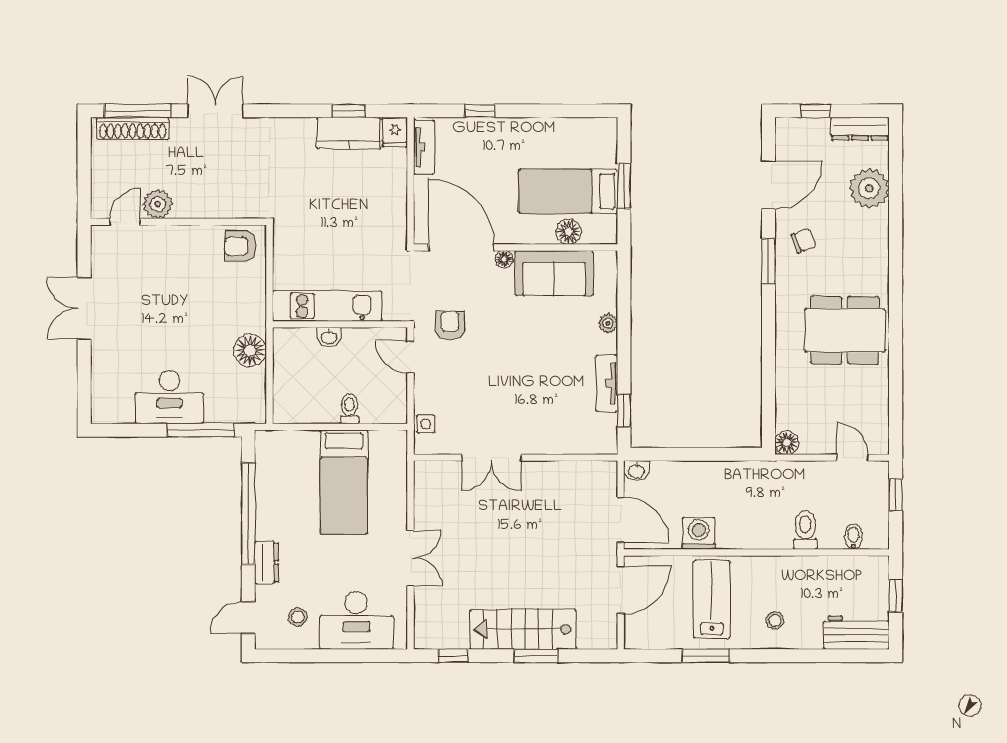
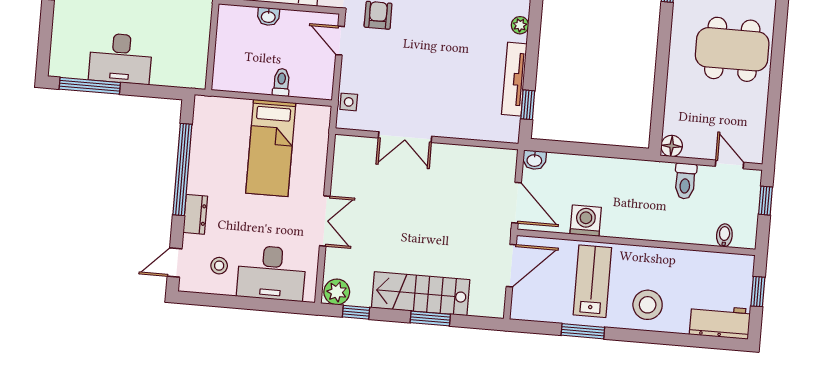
floor lamp: (250, 351) -> (196, 23), removed
tv unit: (607, 383) -> (514, 79), width x1.41
window: (200, 430) -> (90, 86), moved
toilet: (805, 530) -> (685, 181), moved, turned 180
stool: (775, 621) -> (648, 305), width x1.89, depth x1.89
plant: (430, 635) -> (337, 292), added

